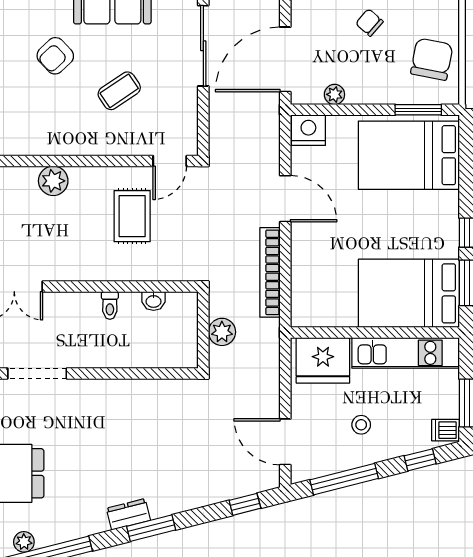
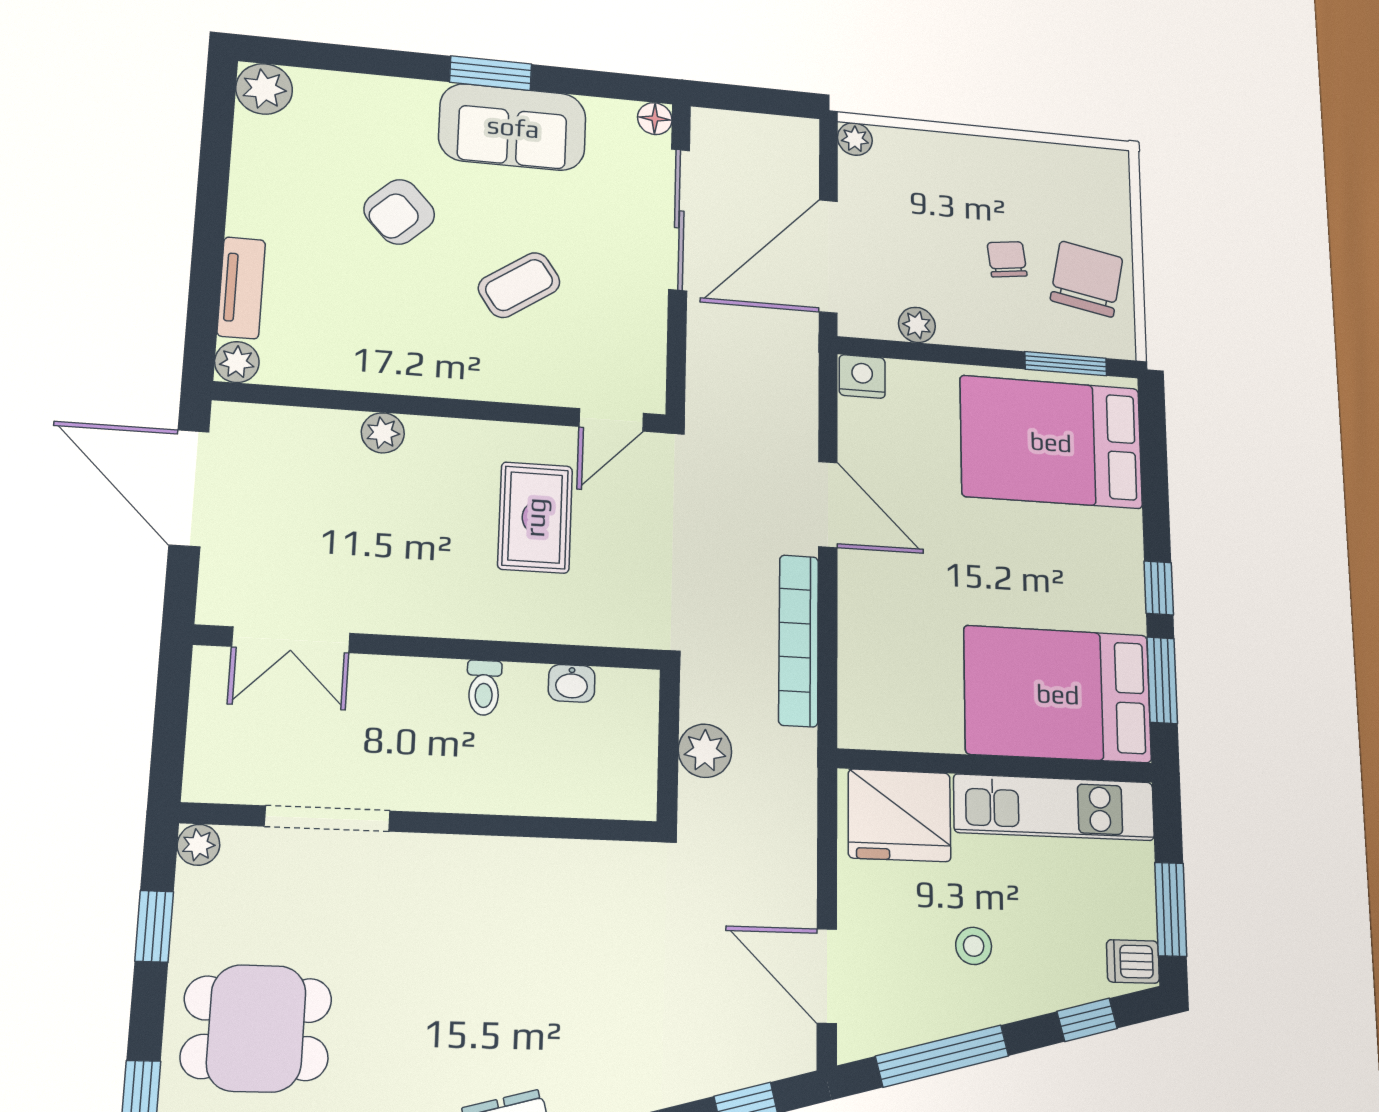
chair: (369, 23) -> (1007, 259), moved, turned 42
nightstand: (308, 130) -> (862, 376), width x0.74, depth x0.75
plant: (53, 181) -> (383, 433), width x0.73, depth x0.73

